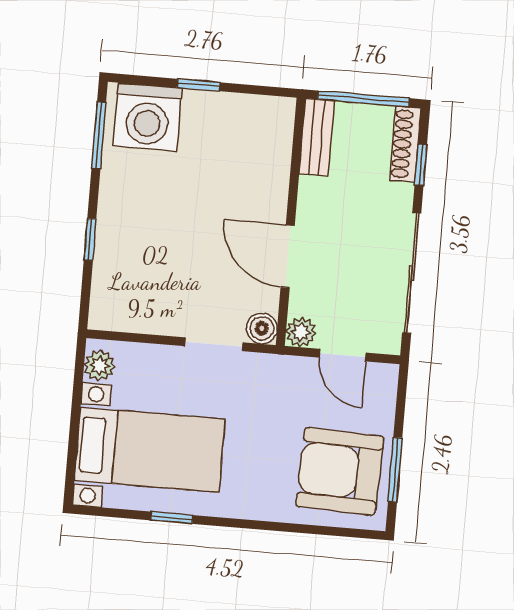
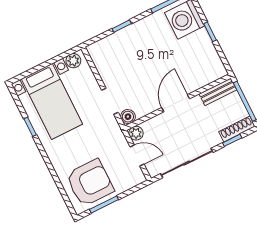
door: (288, 256) -> (176, 103), moved
door: (343, 355) -> (137, 155), swing flipped
armchair: (340, 471) -> (90, 183), turned 88

